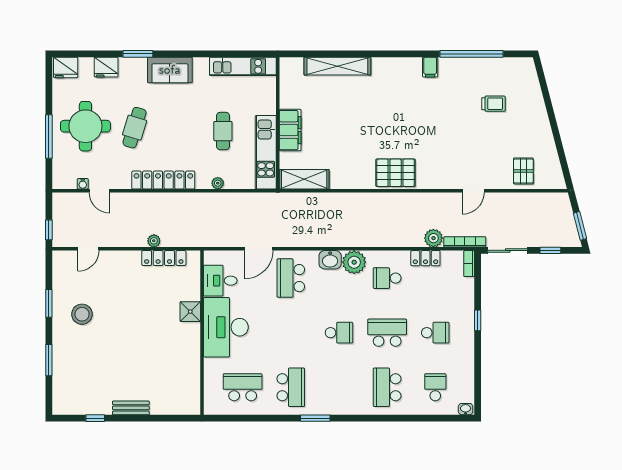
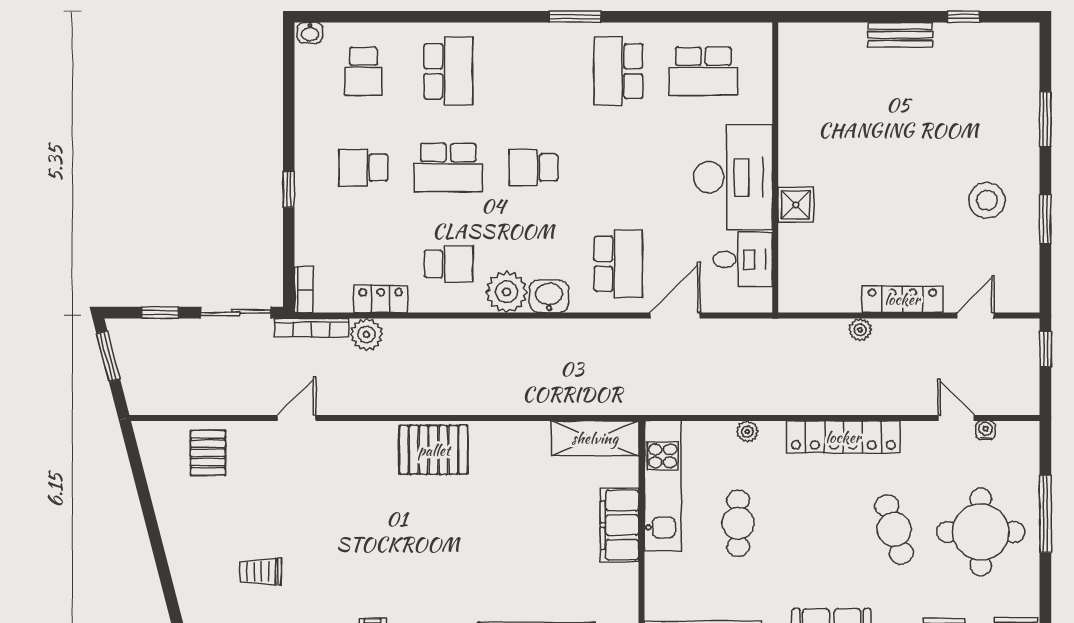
cafe table: (135, 128) -> (894, 529), turned -34
locker: (164, 258) -> (902, 299), moved

